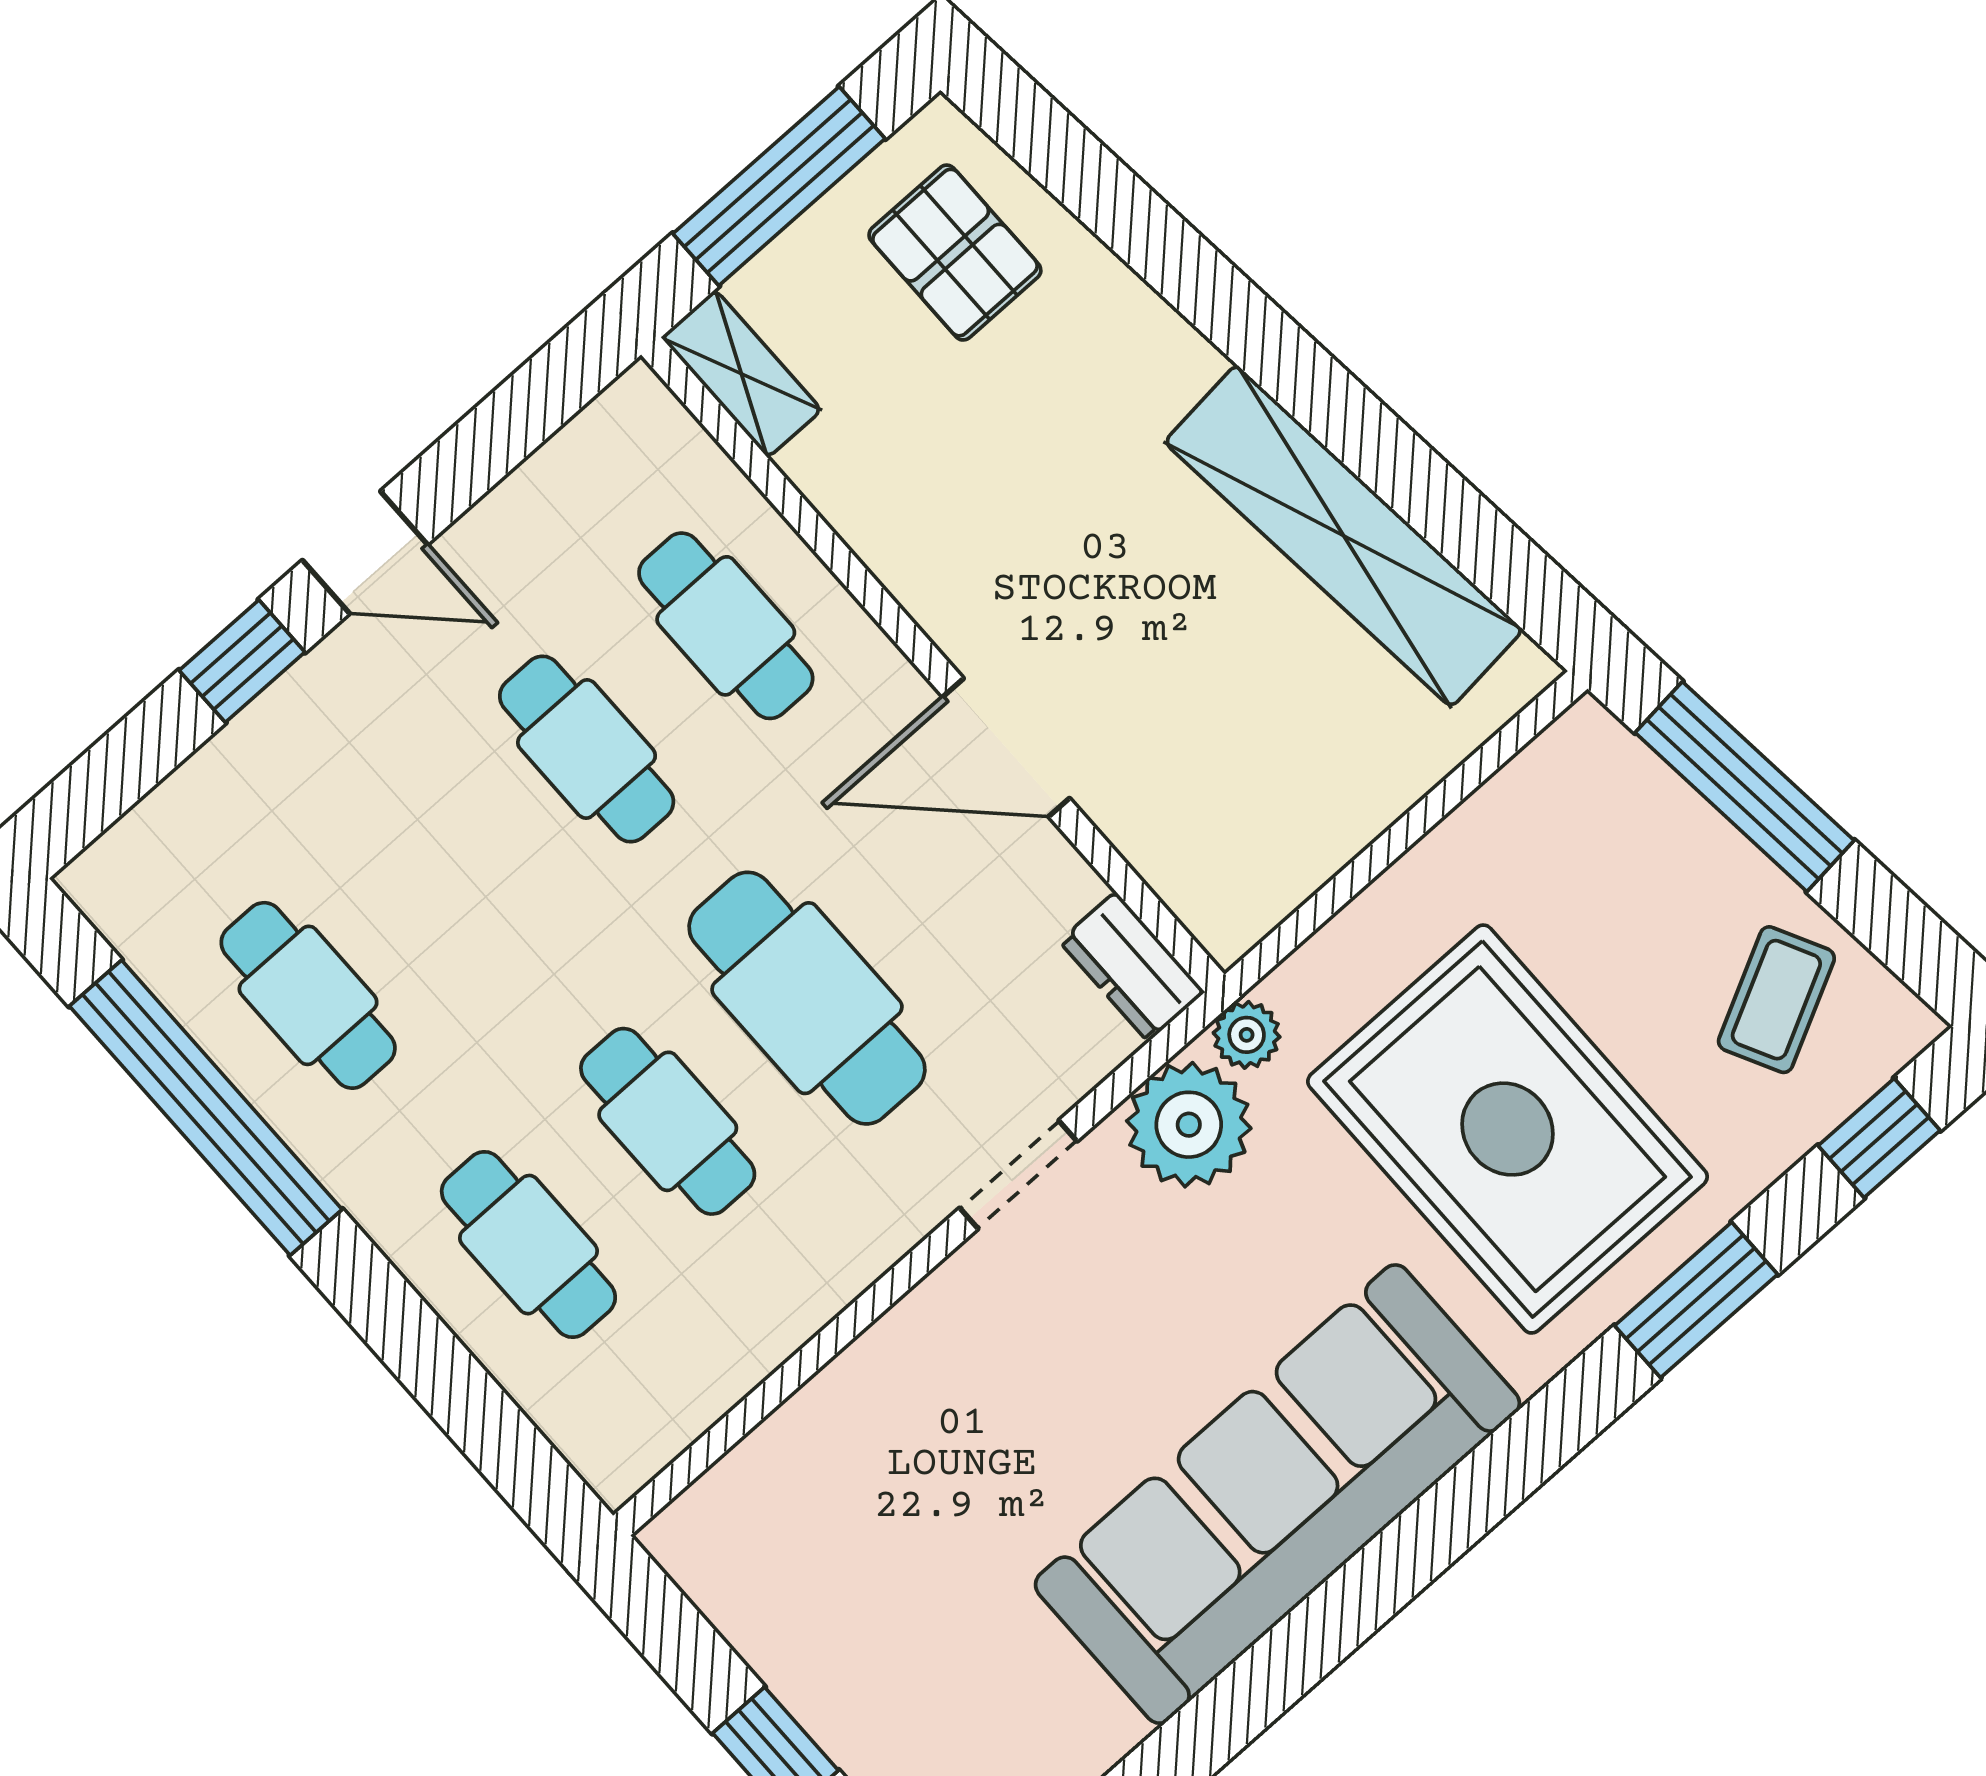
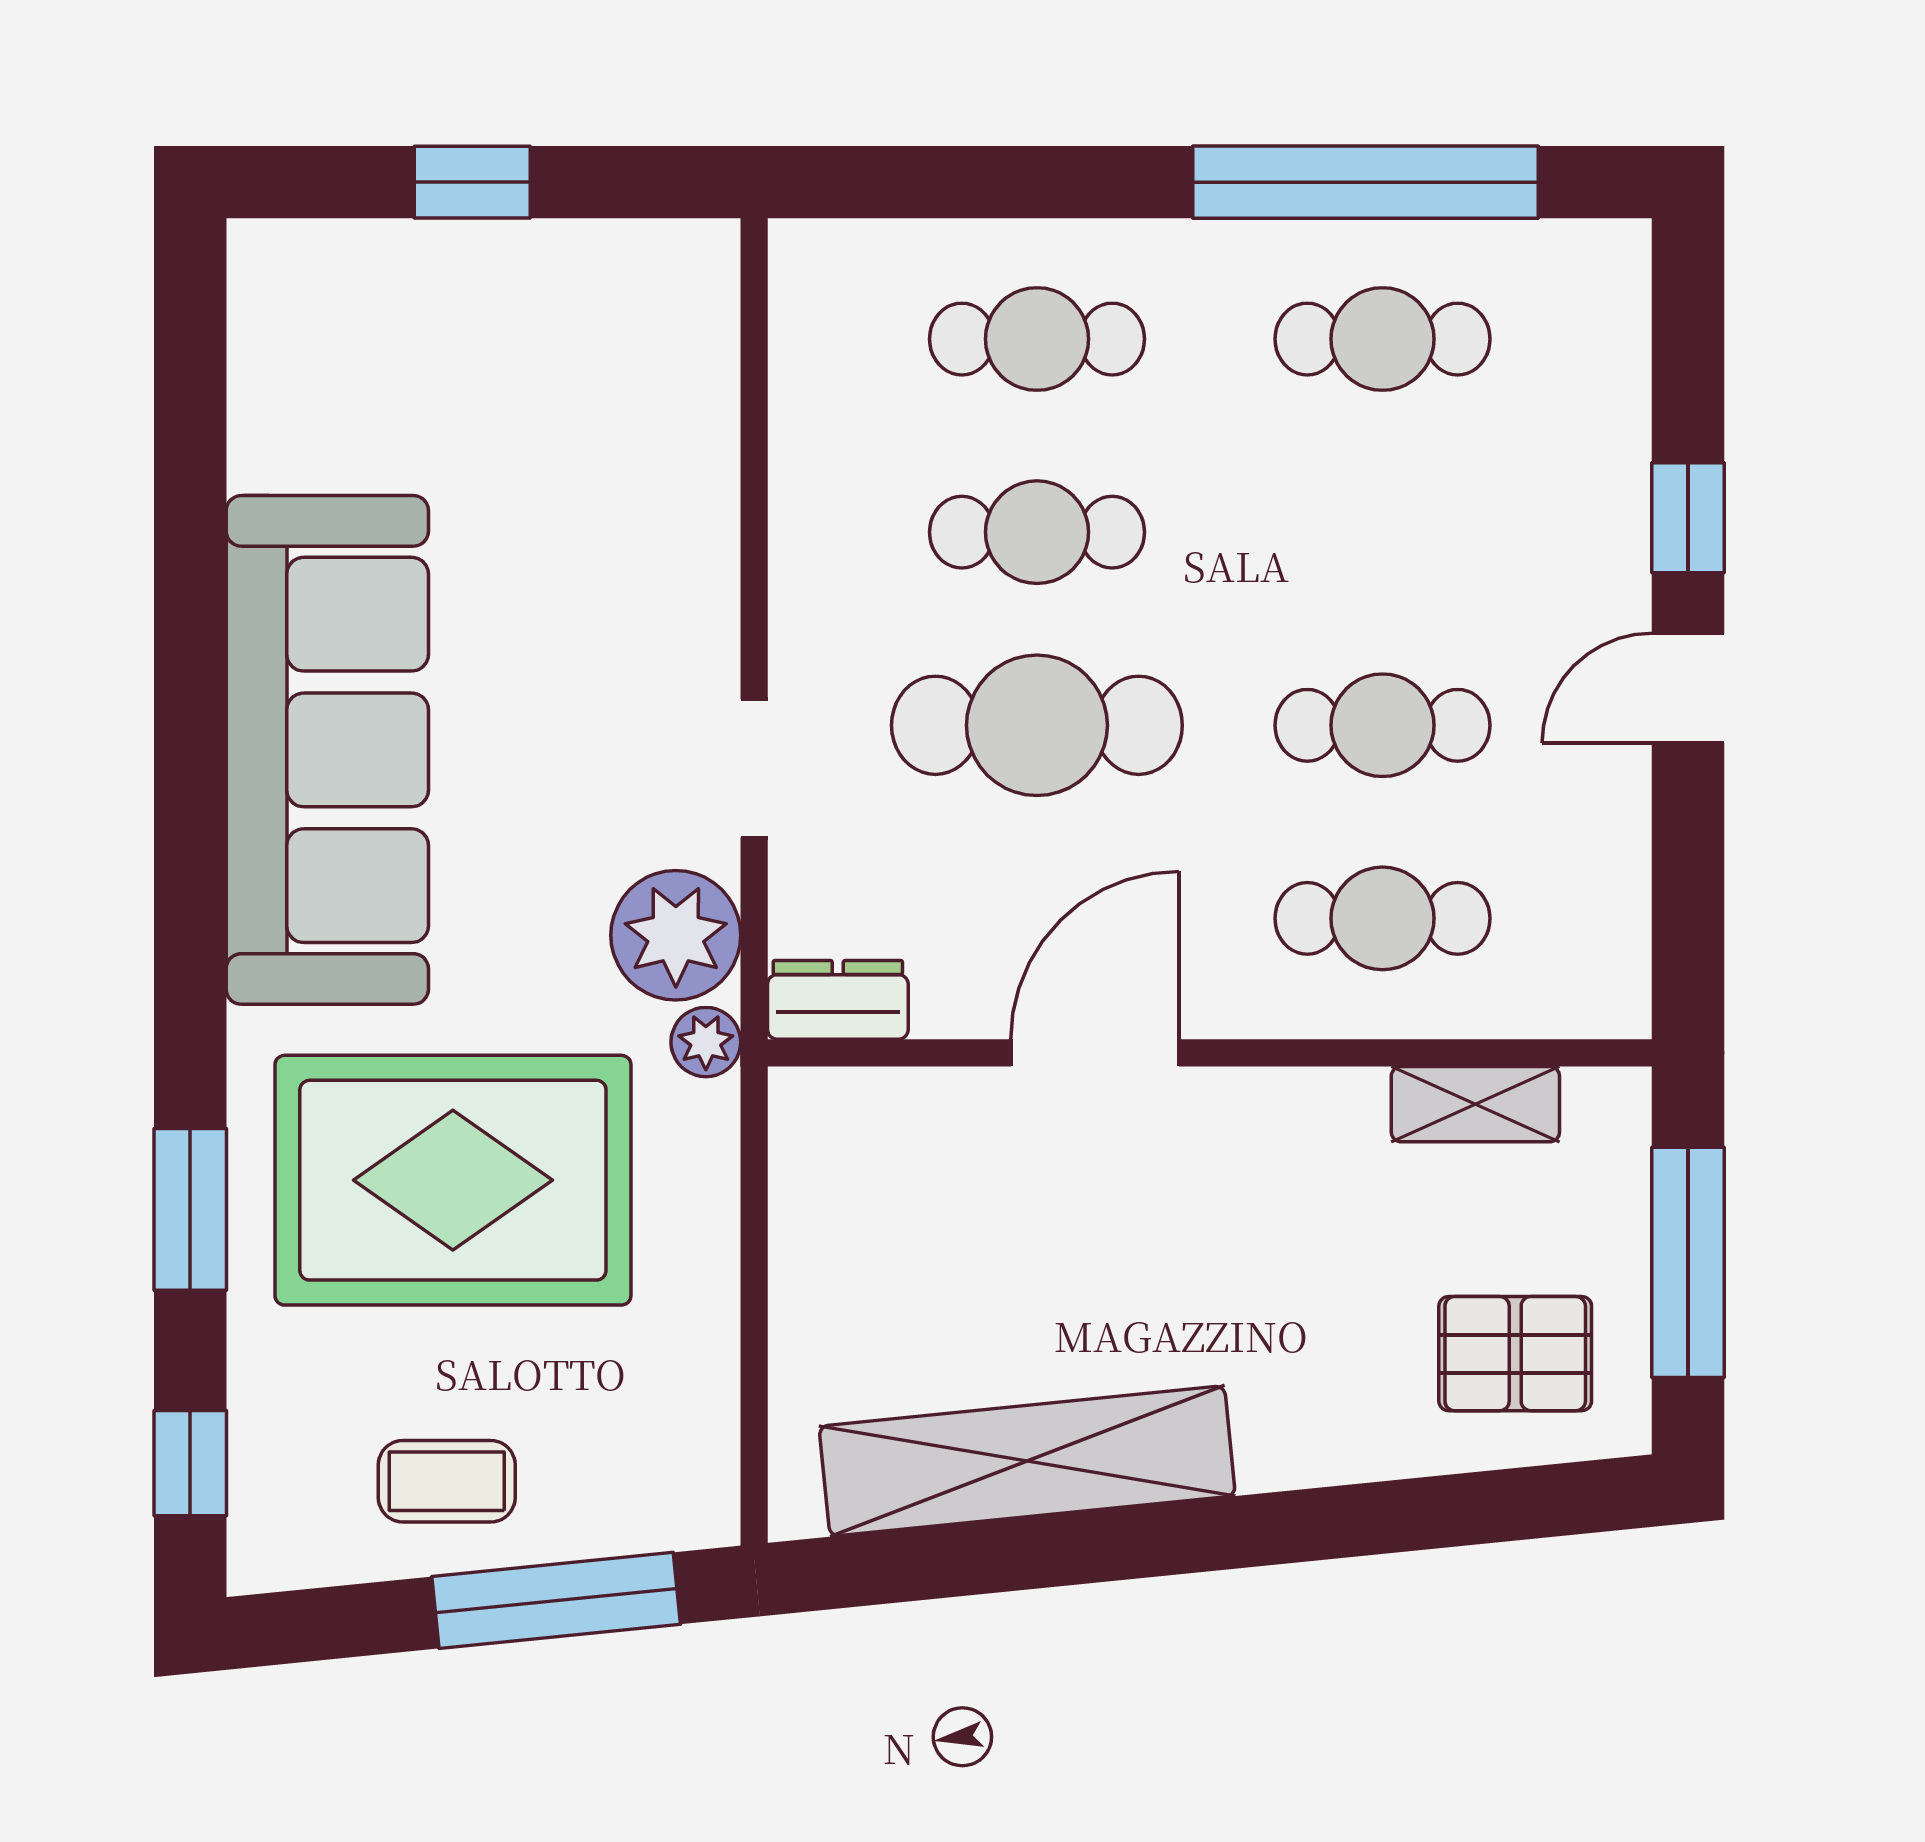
shelving: (741, 374) -> (1475, 1104), moved
coffee table: (1776, 1000) -> (447, 1481), moved, turned -63

